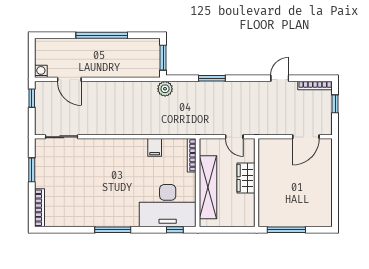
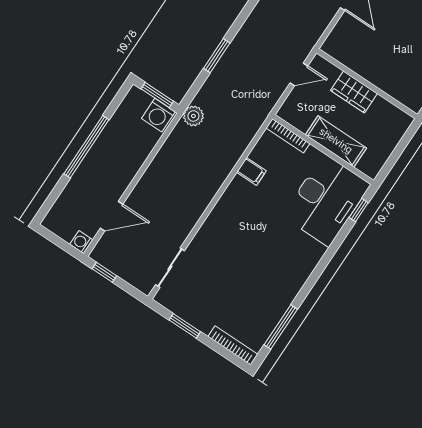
washing machine: (151, 67) -> (158, 115), added
shelving: (208, 187) -> (336, 141), width x0.68
window: (113, 230) -> (281, 327), moved

